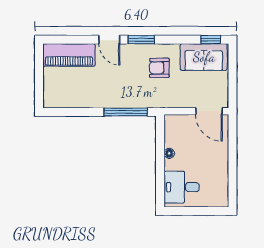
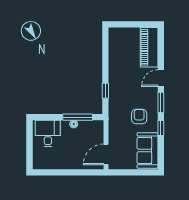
window: (211, 40) -> (161, 128), moved
window: (126, 112) -> (105, 91), width x0.46
window: (160, 148) -> (78, 117), added

